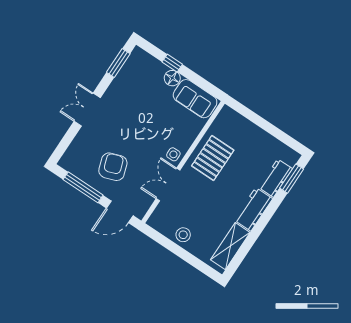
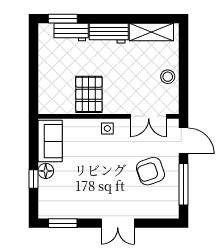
pallet: (213, 158) -> (89, 94), turned 90
double door: (168, 184) -> (149, 116), moved

